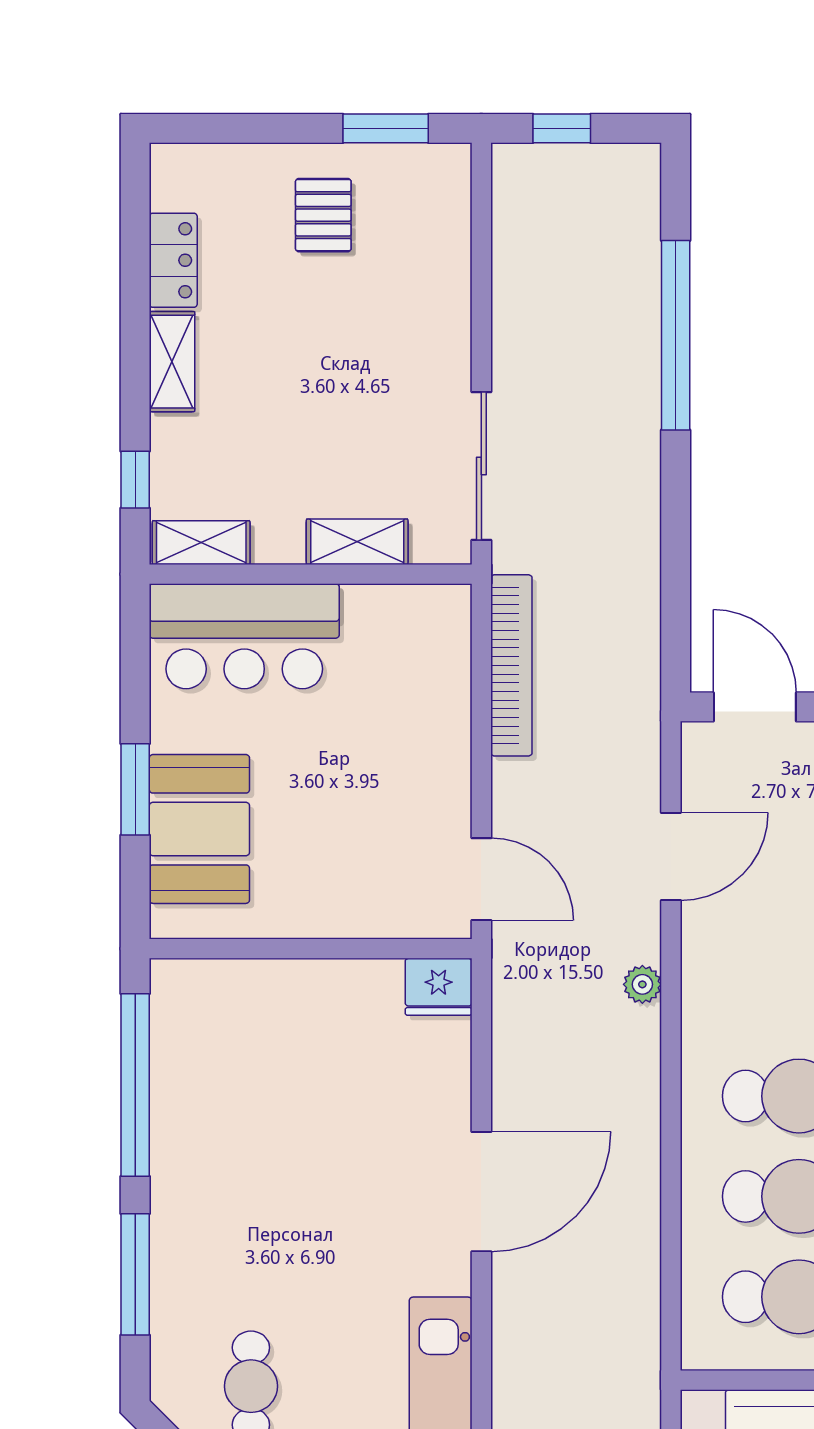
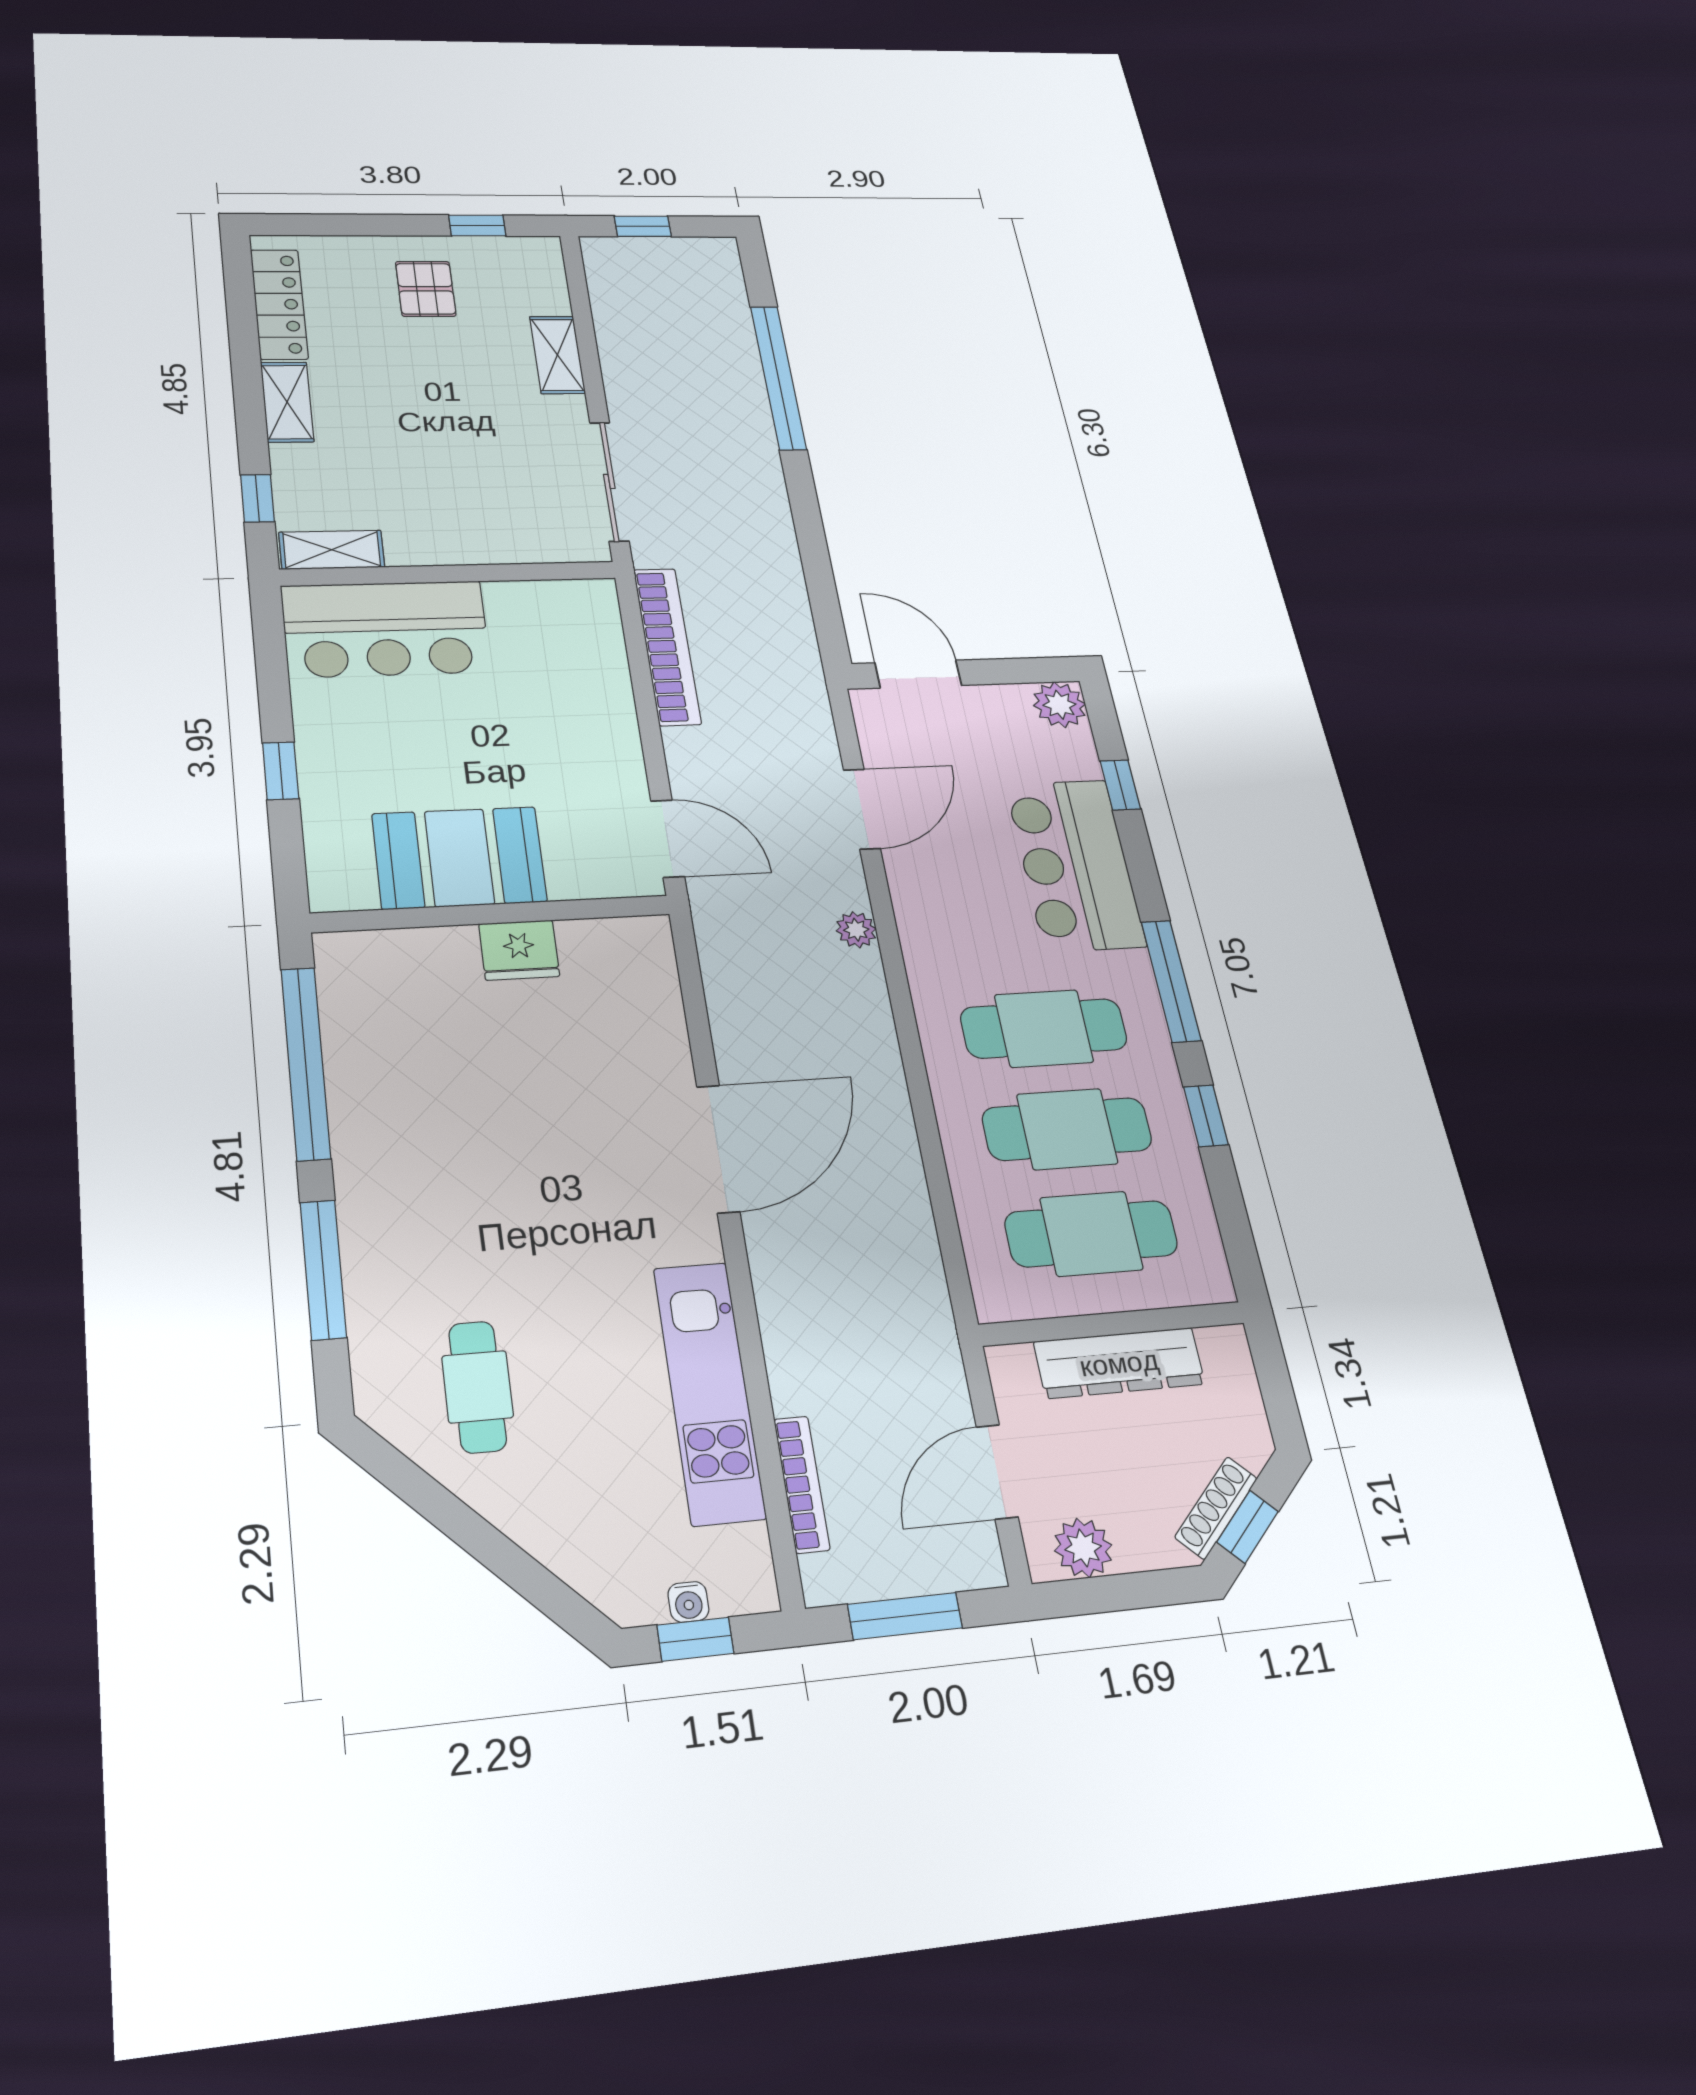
window: (386, 128) -> (477, 225), width x0.67
locker: (173, 260) -> (279, 304), width x1.53
shelving: (357, 542) -> (557, 355), moved, turned 90
window: (135, 789) -> (281, 771), width x0.67
booth: (199, 829) -> (459, 858), moved, turned 90
fridge: (439, 987) -> (519, 950), moved

